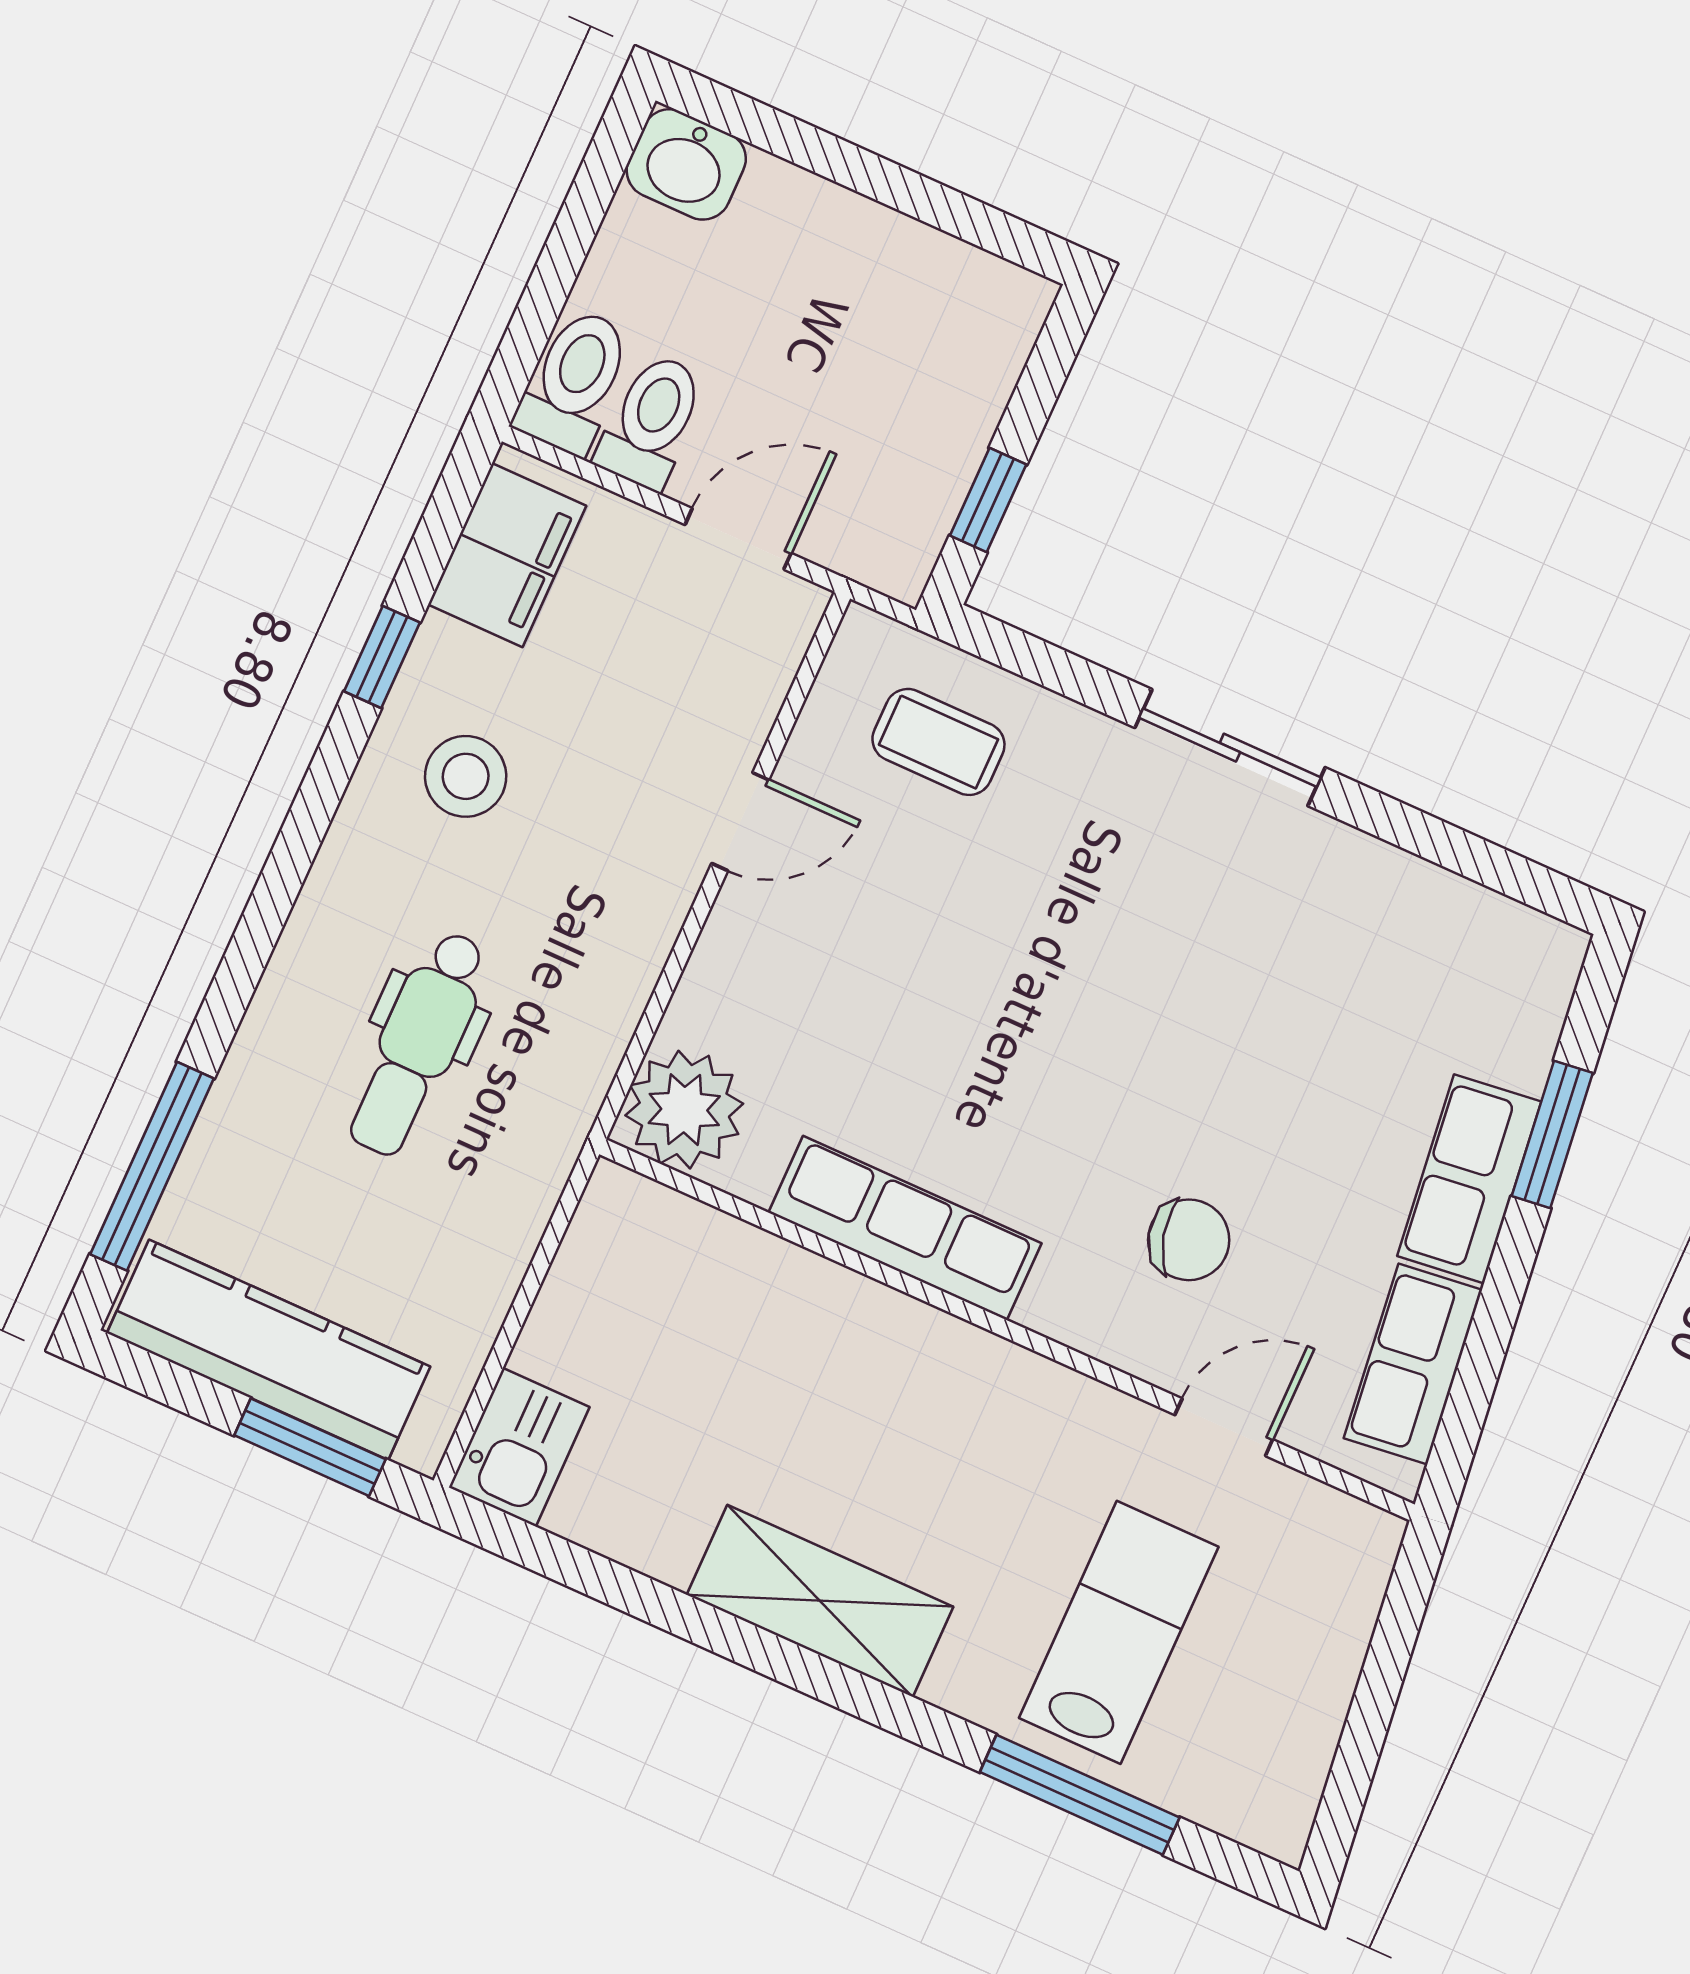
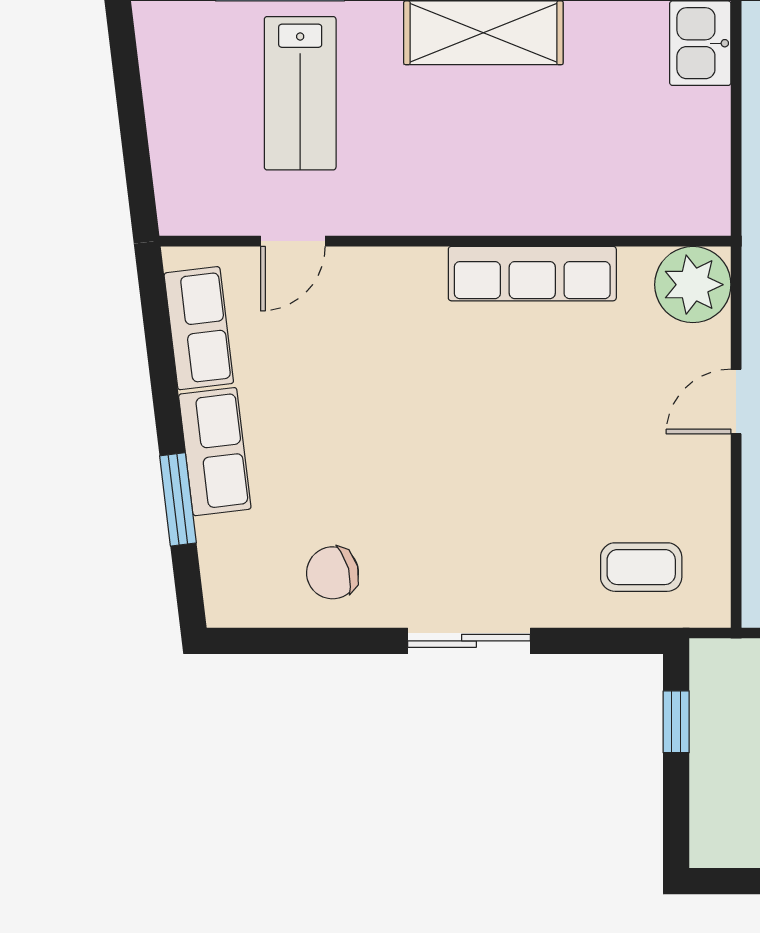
door: (740, 822) -> (736, 402), moved
chair: (1189, 1240) -> (333, 573), moved

